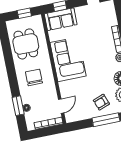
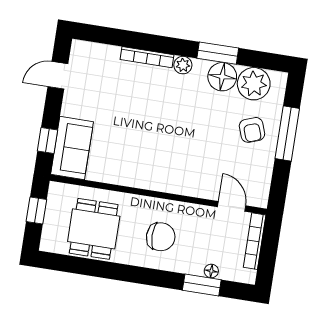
dining table: (26, 44) -> (94, 229), turned 90
corner sofa: (68, 59) -> (151, 162), removed
chair: (34, 77) -> (161, 237), turned 180

